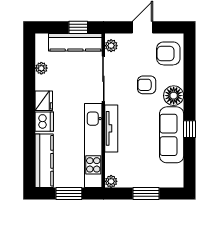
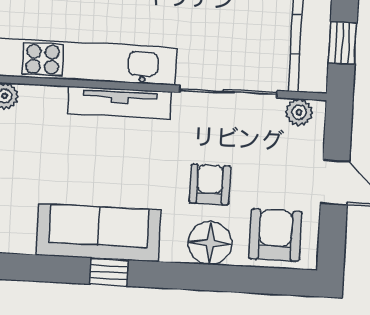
floor lamp: (174, 96) -> (210, 243), moved

